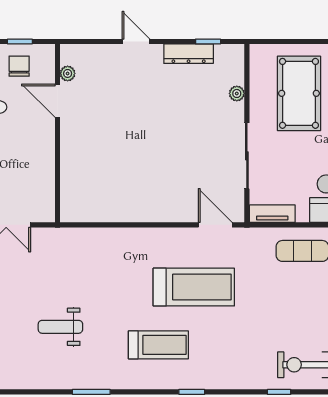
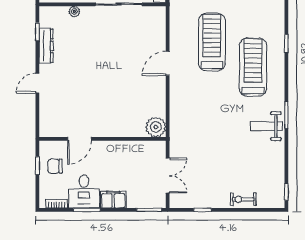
plant: (68, 73) -> (156, 127), moved, width x1.87, depth x1.87
door: (215, 225) -> (168, 63), moved
weight bench: (60, 327) -> (266, 126), moved, turned 90
treadmill: (158, 345) -> (253, 67), width x1.37, depth x1.38

